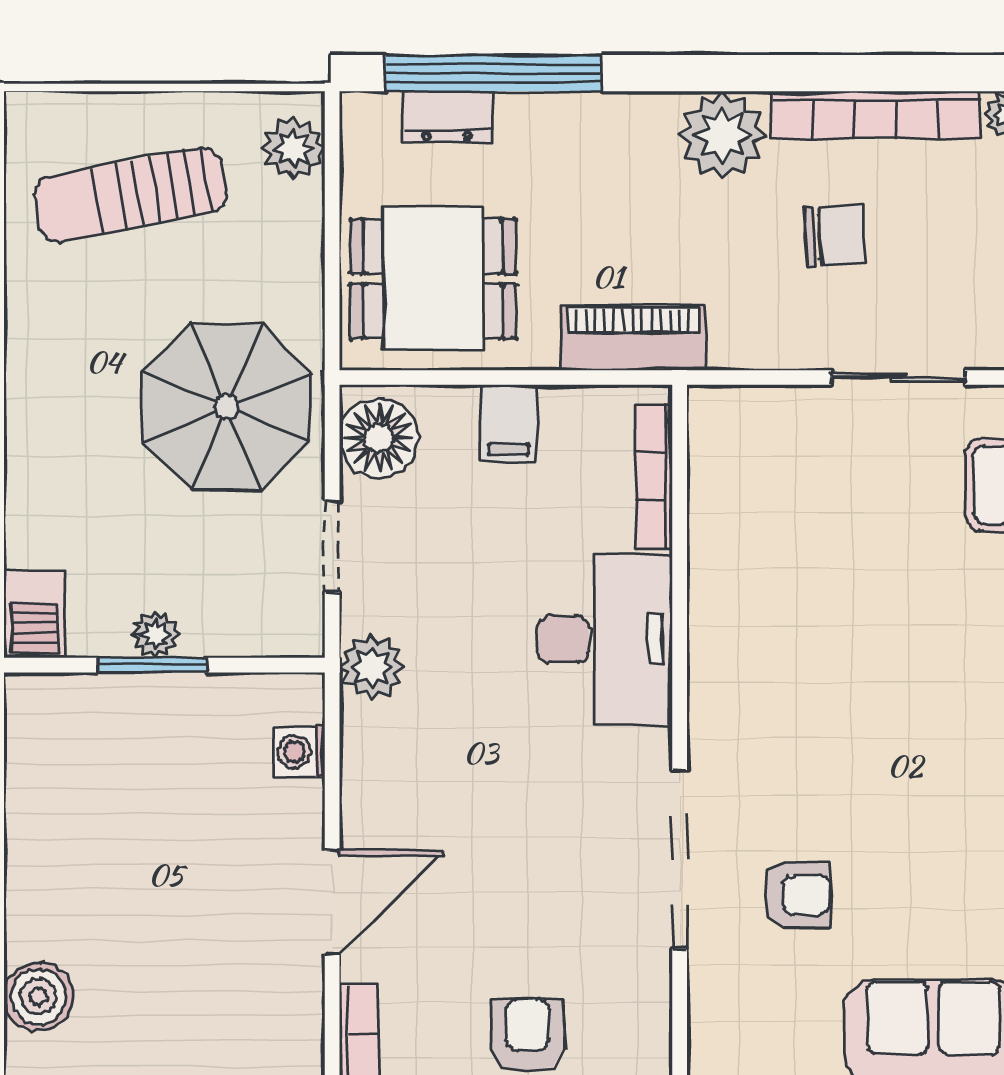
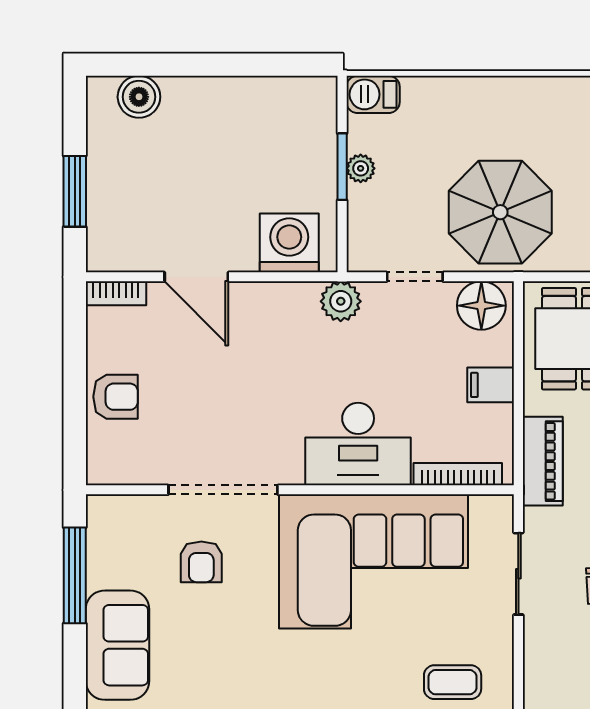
sliding door: (898, 378) -> (518, 574), moved
corner sofa: (796, 614) -> (374, 561), added
washing machine: (299, 751) -> (289, 243), width x1.89, depth x1.89

